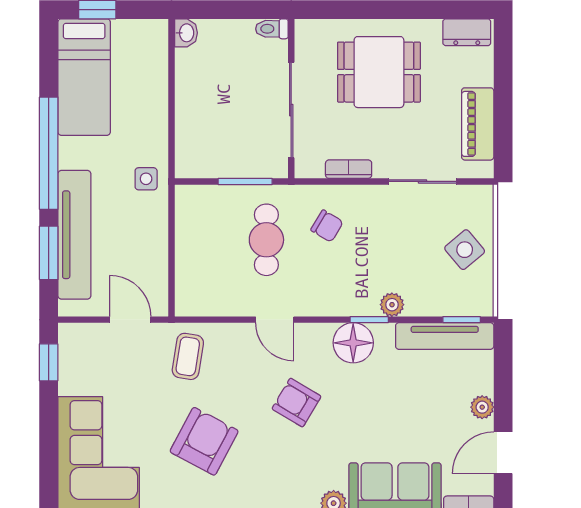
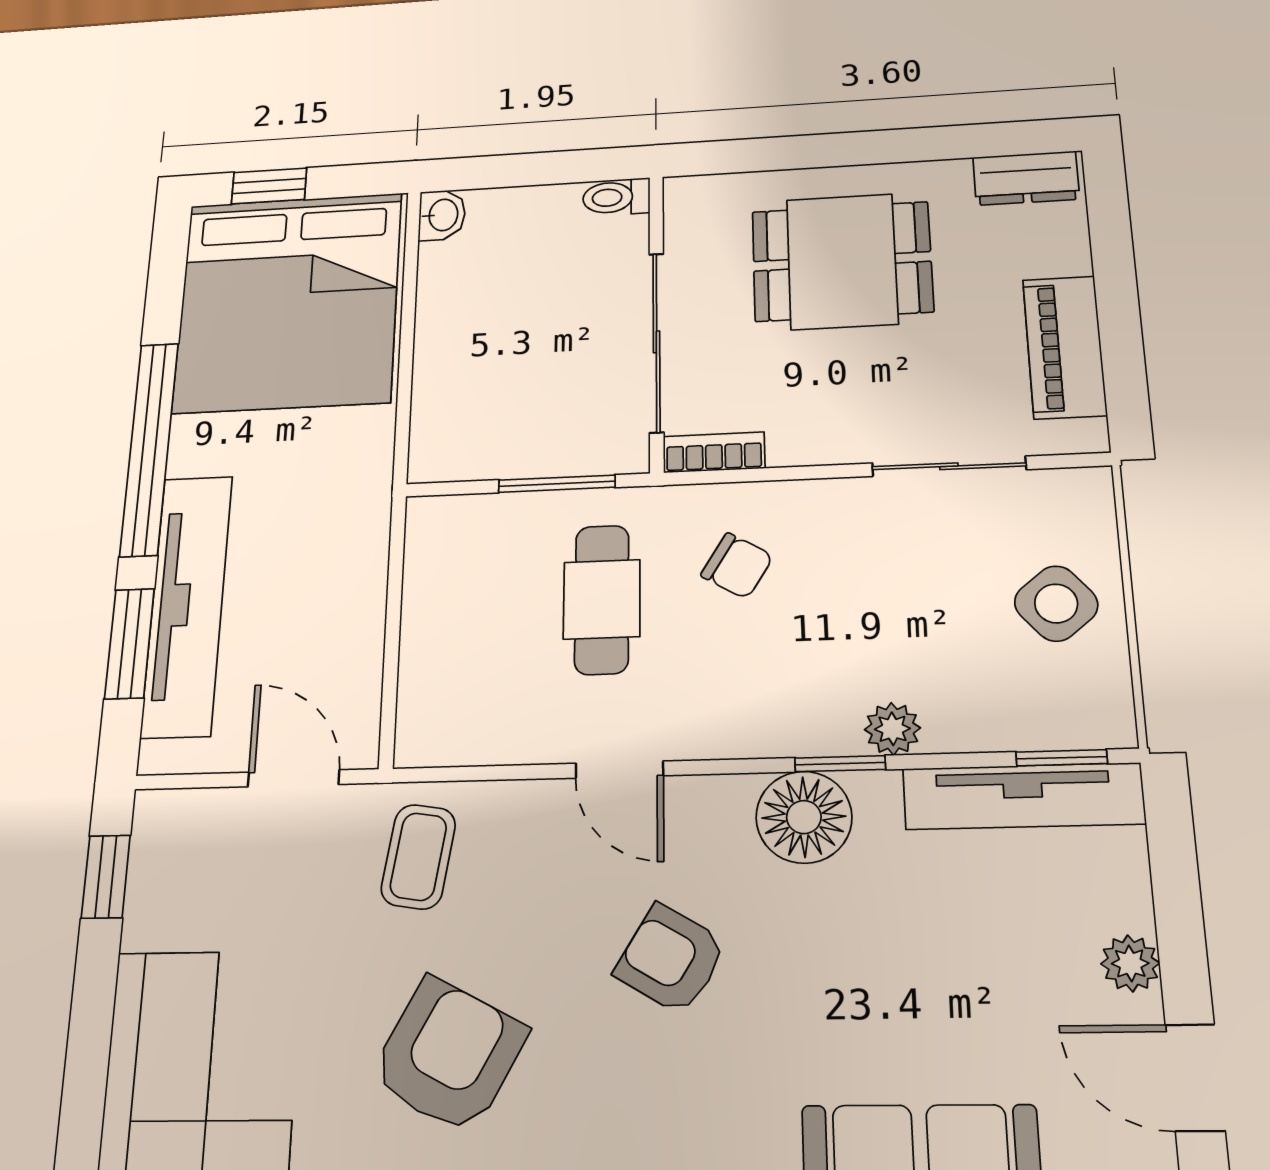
bed: (84, 77) -> (288, 302), width x2.04
bookcase: (349, 169) -> (714, 452), moved
side table: (146, 179) -> (346, 488), removed
door: (503, 453) -> (1195, 1077), hinge flipped

